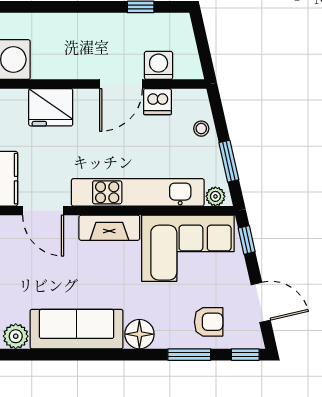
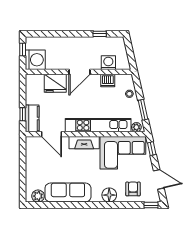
door: (121, 84) -> (80, 72), moved
armchair: (209, 322) -> (133, 189), turned -90
floor lamp: (139, 334) -> (109, 195), moved
window: (189, 355) -> (124, 205), removed

